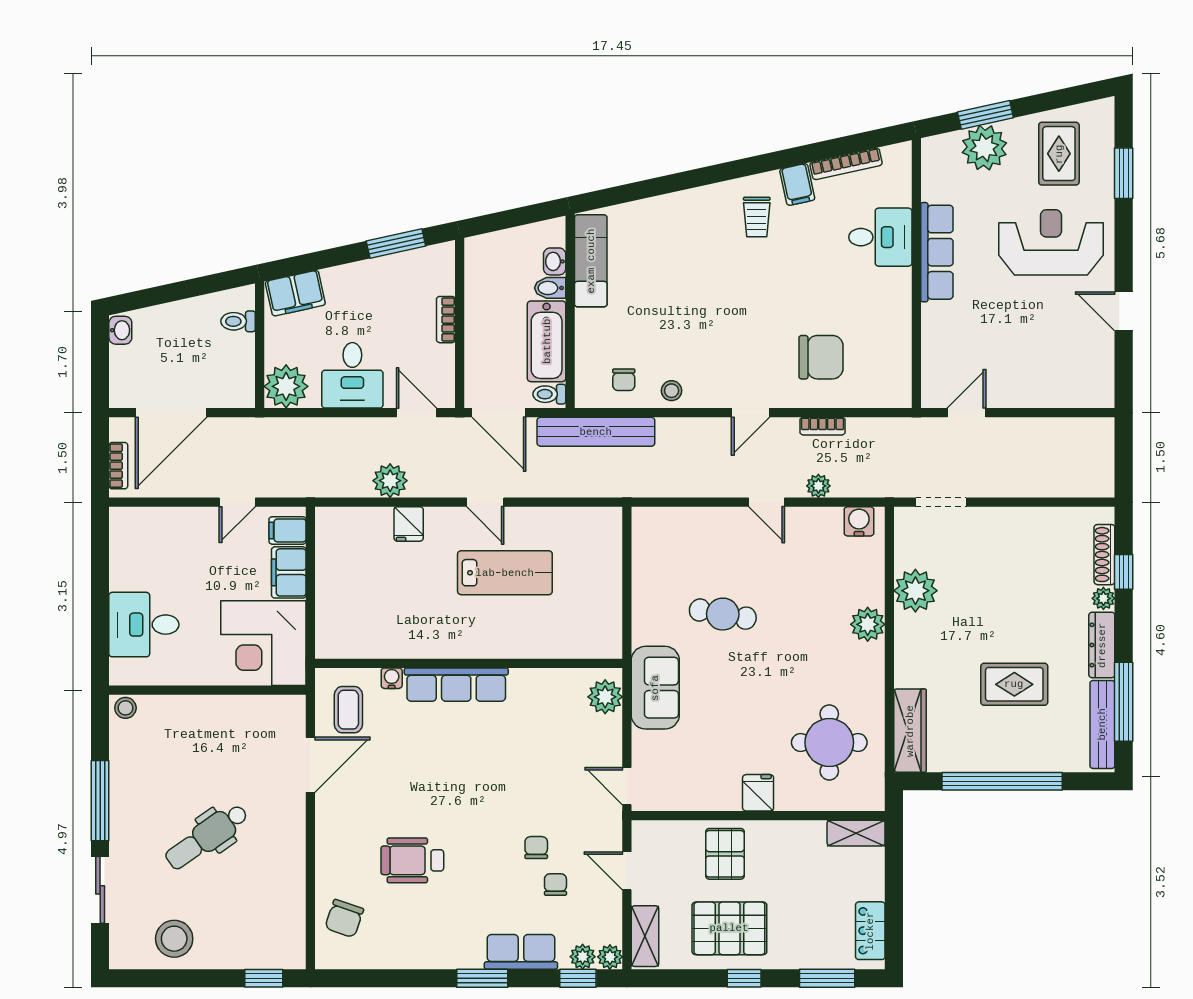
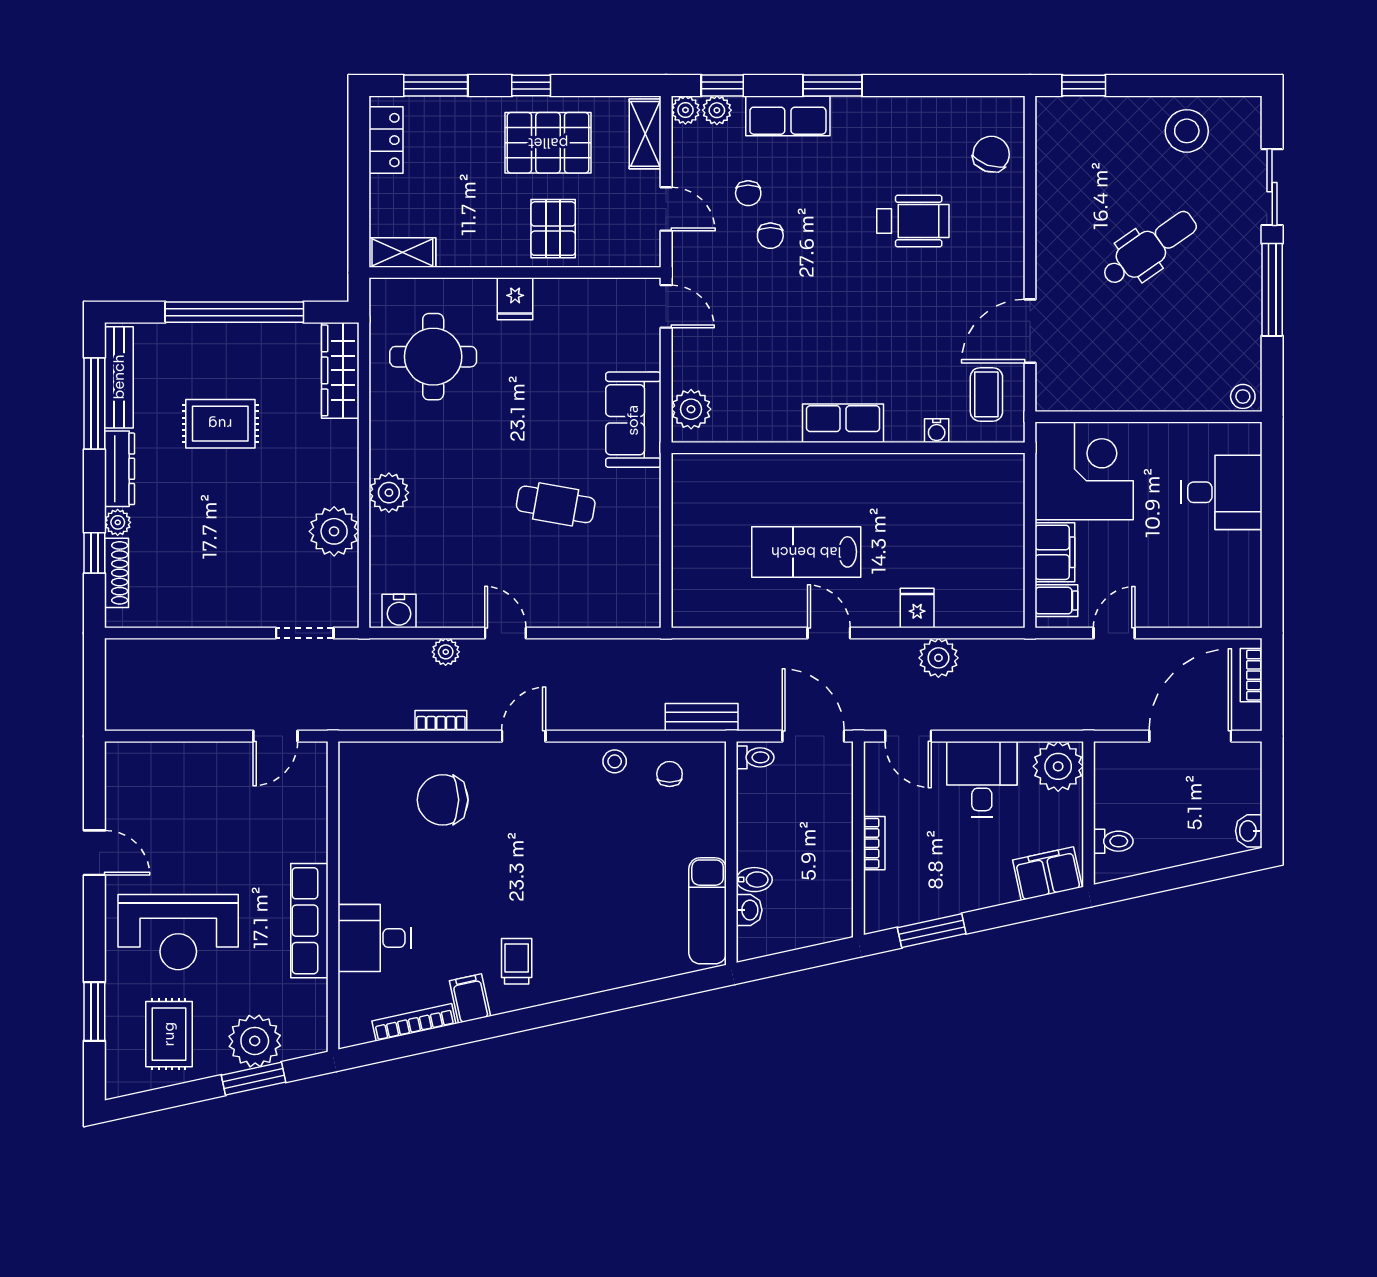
bathtub: (547, 341) -> (758, 818), removed
bench: (596, 432) -> (702, 717), width x0.54, depth x0.82
row of seats: (456, 685) -> (843, 423), width x0.68

